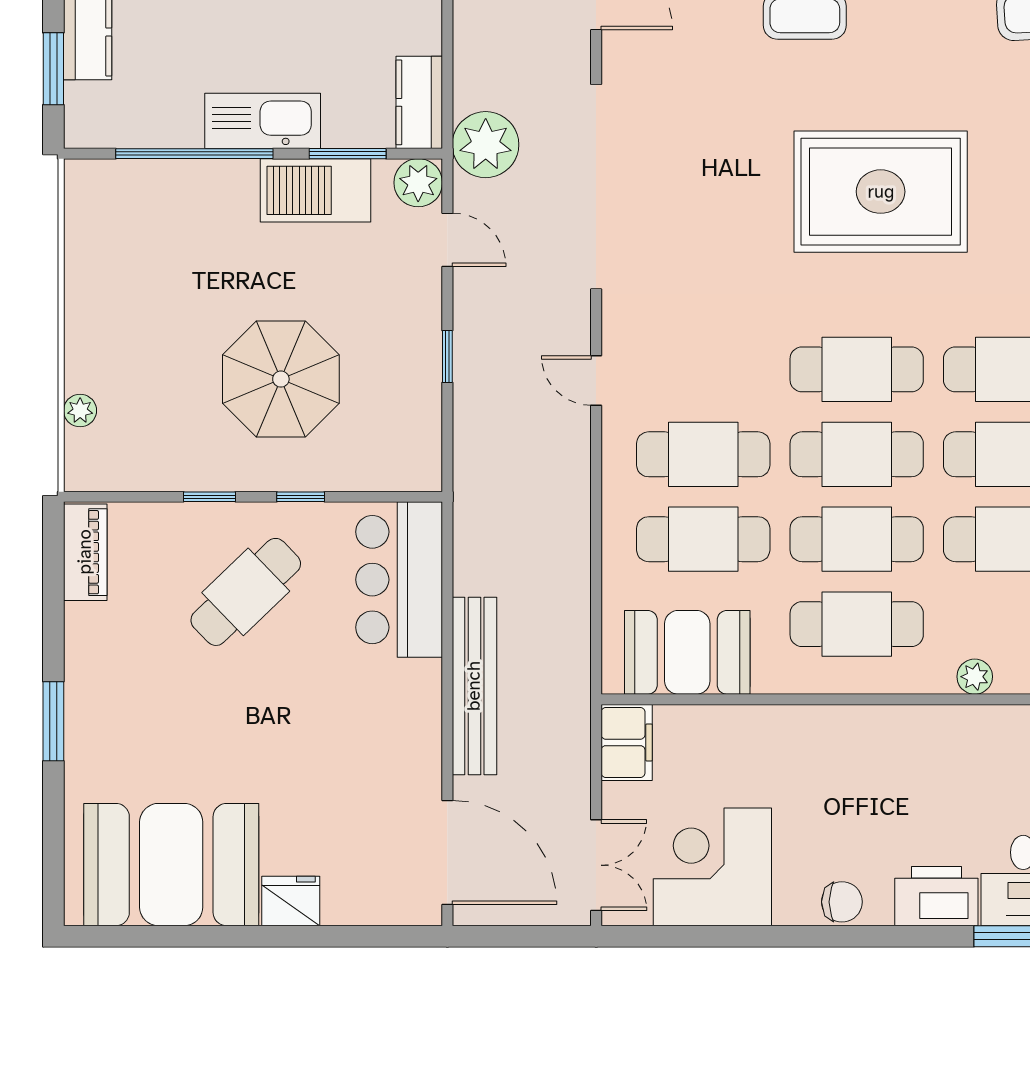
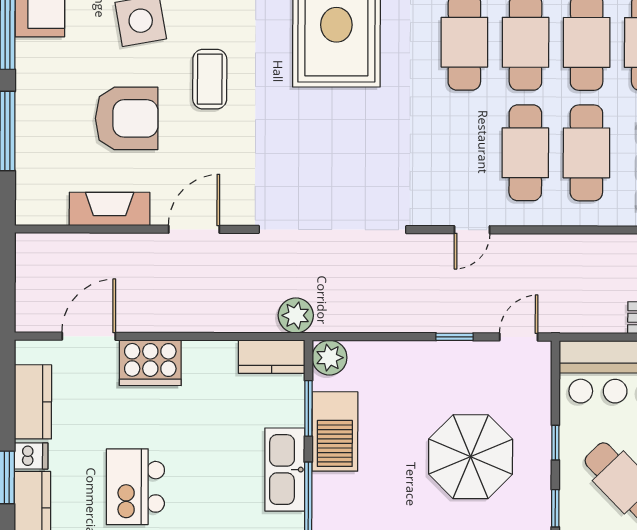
plant: (486, 145) -> (296, 315), width x0.73, depth x0.73
door: (447, 240) -> (519, 337), moved

